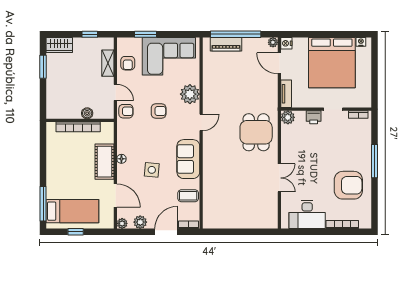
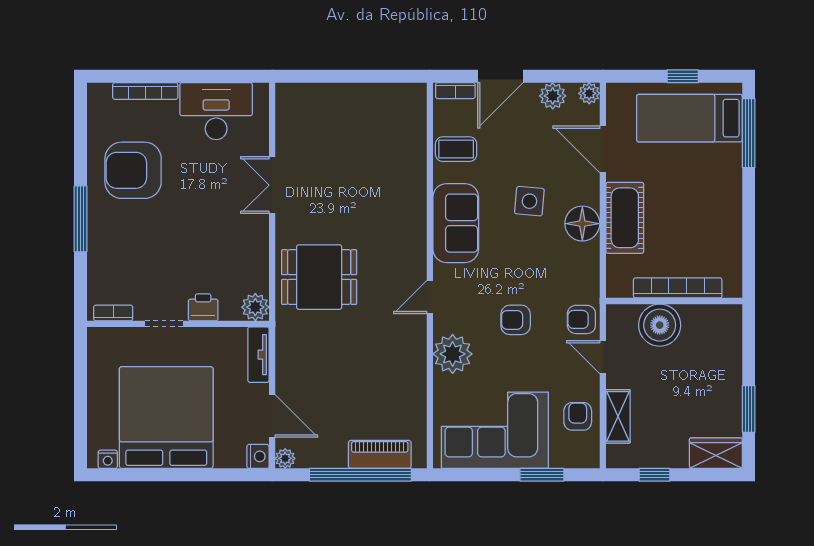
boiler: (87, 113) -> (660, 325), width x1.86, depth x1.86
dining table: (256, 132) -> (319, 277), turned 90
floor lamp: (121, 159) -> (582, 224), width x1.89, depth x1.89

